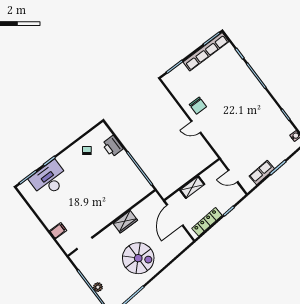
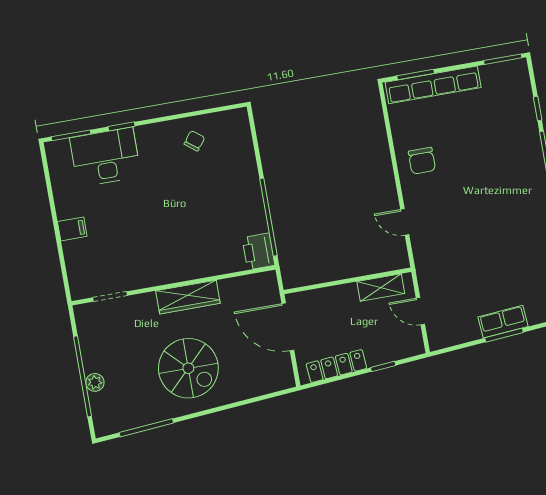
row of seats: (206, 52) -> (433, 85), moved
door: (196, 127) -> (405, 222), moved
printer: (113, 146) -> (258, 251), moved
row of seats: (262, 173) -> (503, 322), moved
shelving: (192, 187) -> (381, 288), moved
door: (175, 215) -> (288, 327), hinge flipped
wardrobe: (125, 222) -> (188, 297), width x1.50
filing cabinet: (58, 231) -> (72, 229), moved

